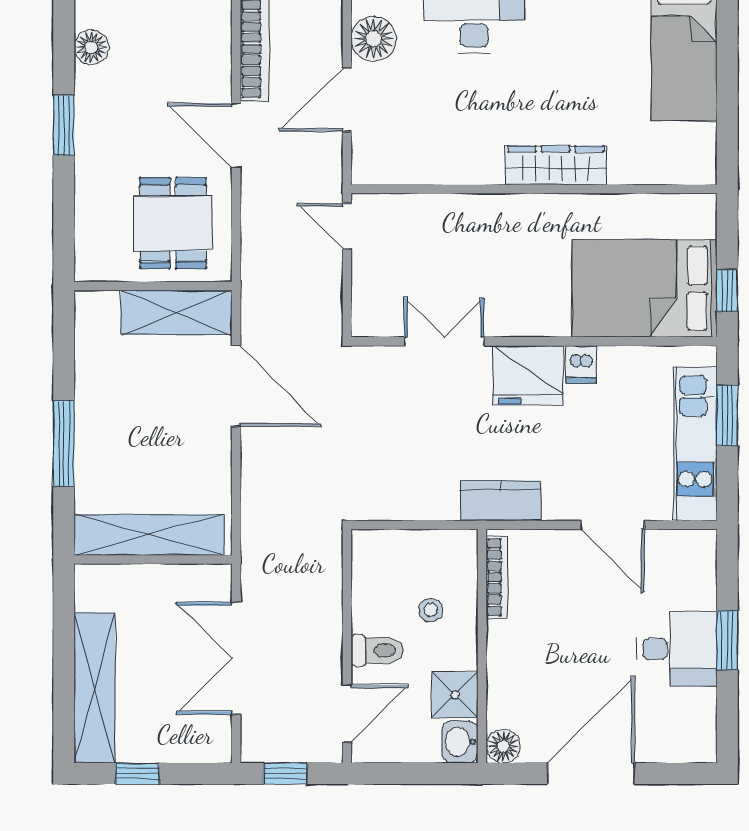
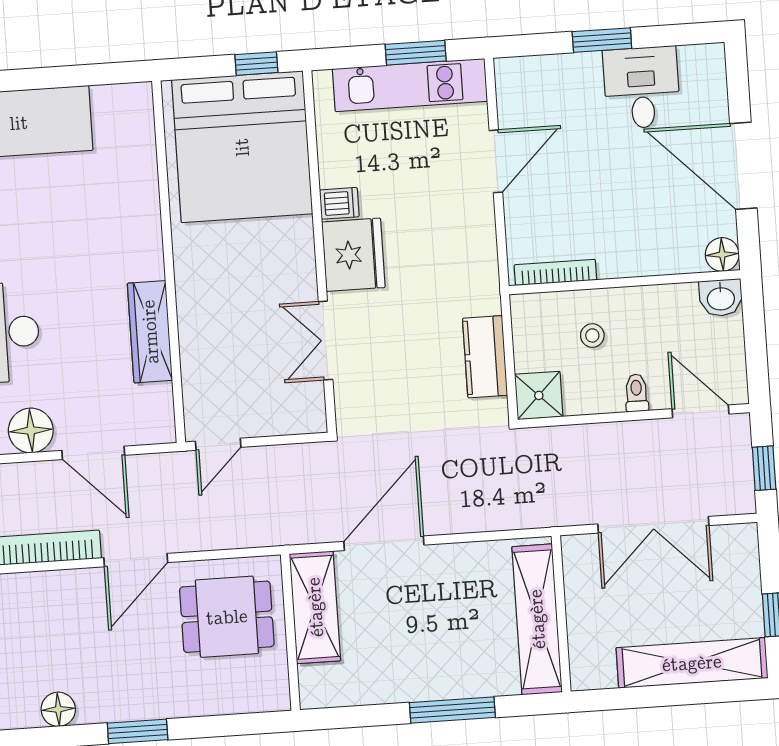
wardrobe: (556, 165) -> (150, 332), moved
bed: (645, 288) -> (242, 147), width x1.36
window: (727, 415) -> (416, 53), moved
kitchen counter: (501, 501) -> (485, 357), moved
desk: (677, 649) -> (642, 88), moved
toilet: (377, 650) -> (636, 393), width x0.73, depth x0.72
shower: (455, 695) -> (539, 395), moved

